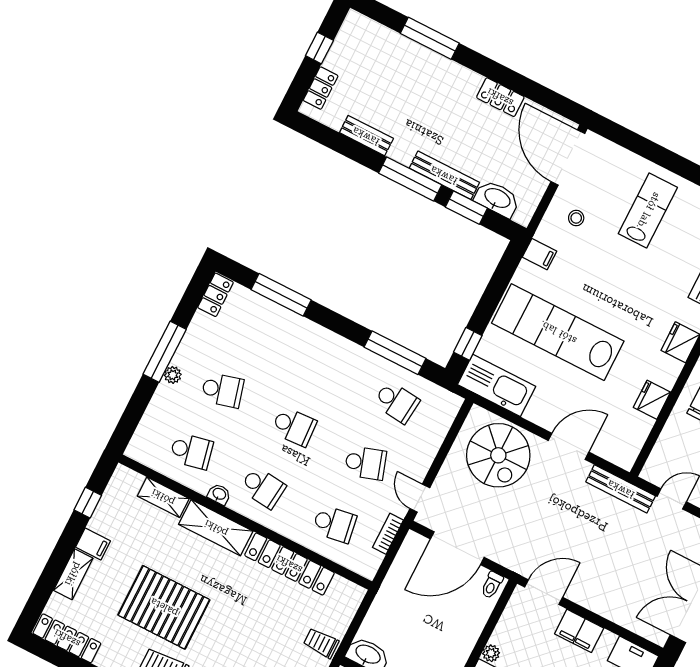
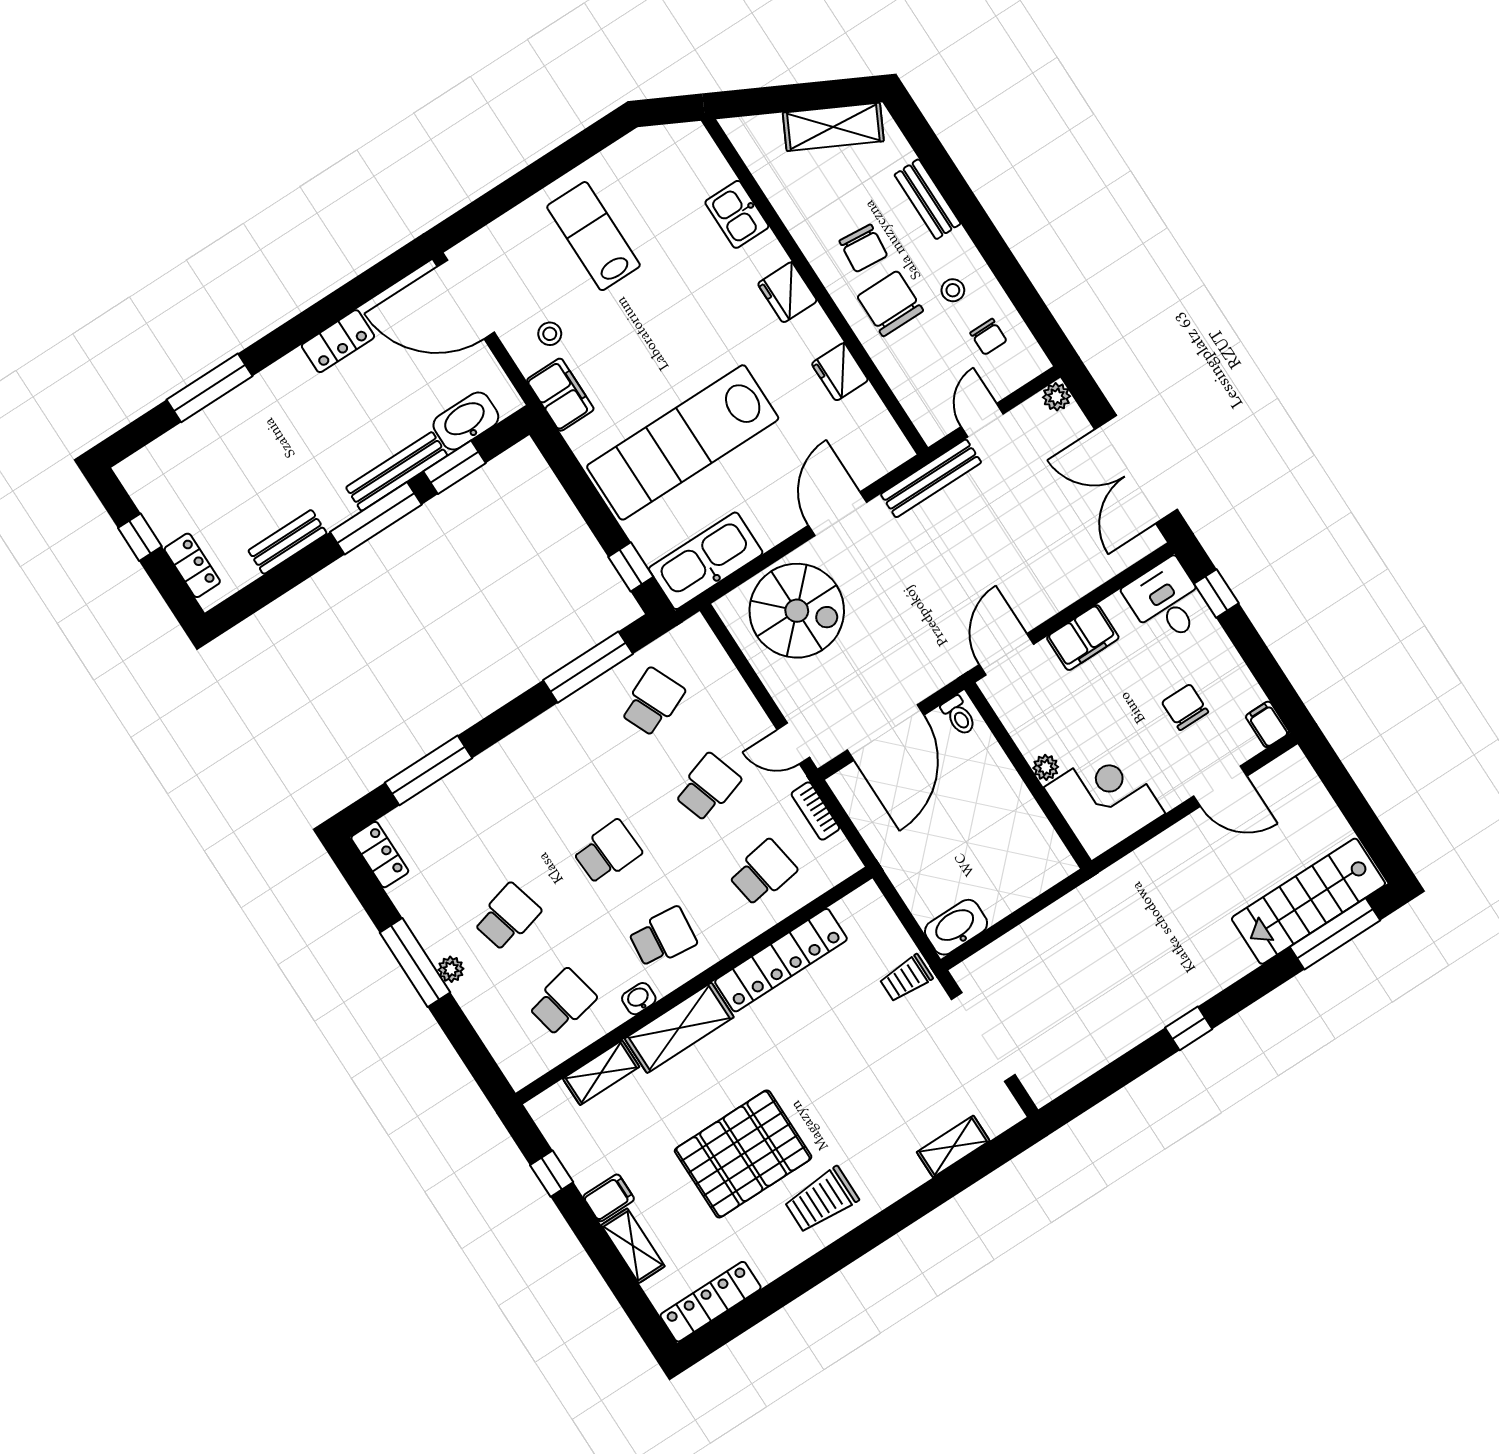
filing cabinet: (539, 254) -> (560, 395), width x2.00
school desk: (396, 402) -> (653, 702), turned -30

